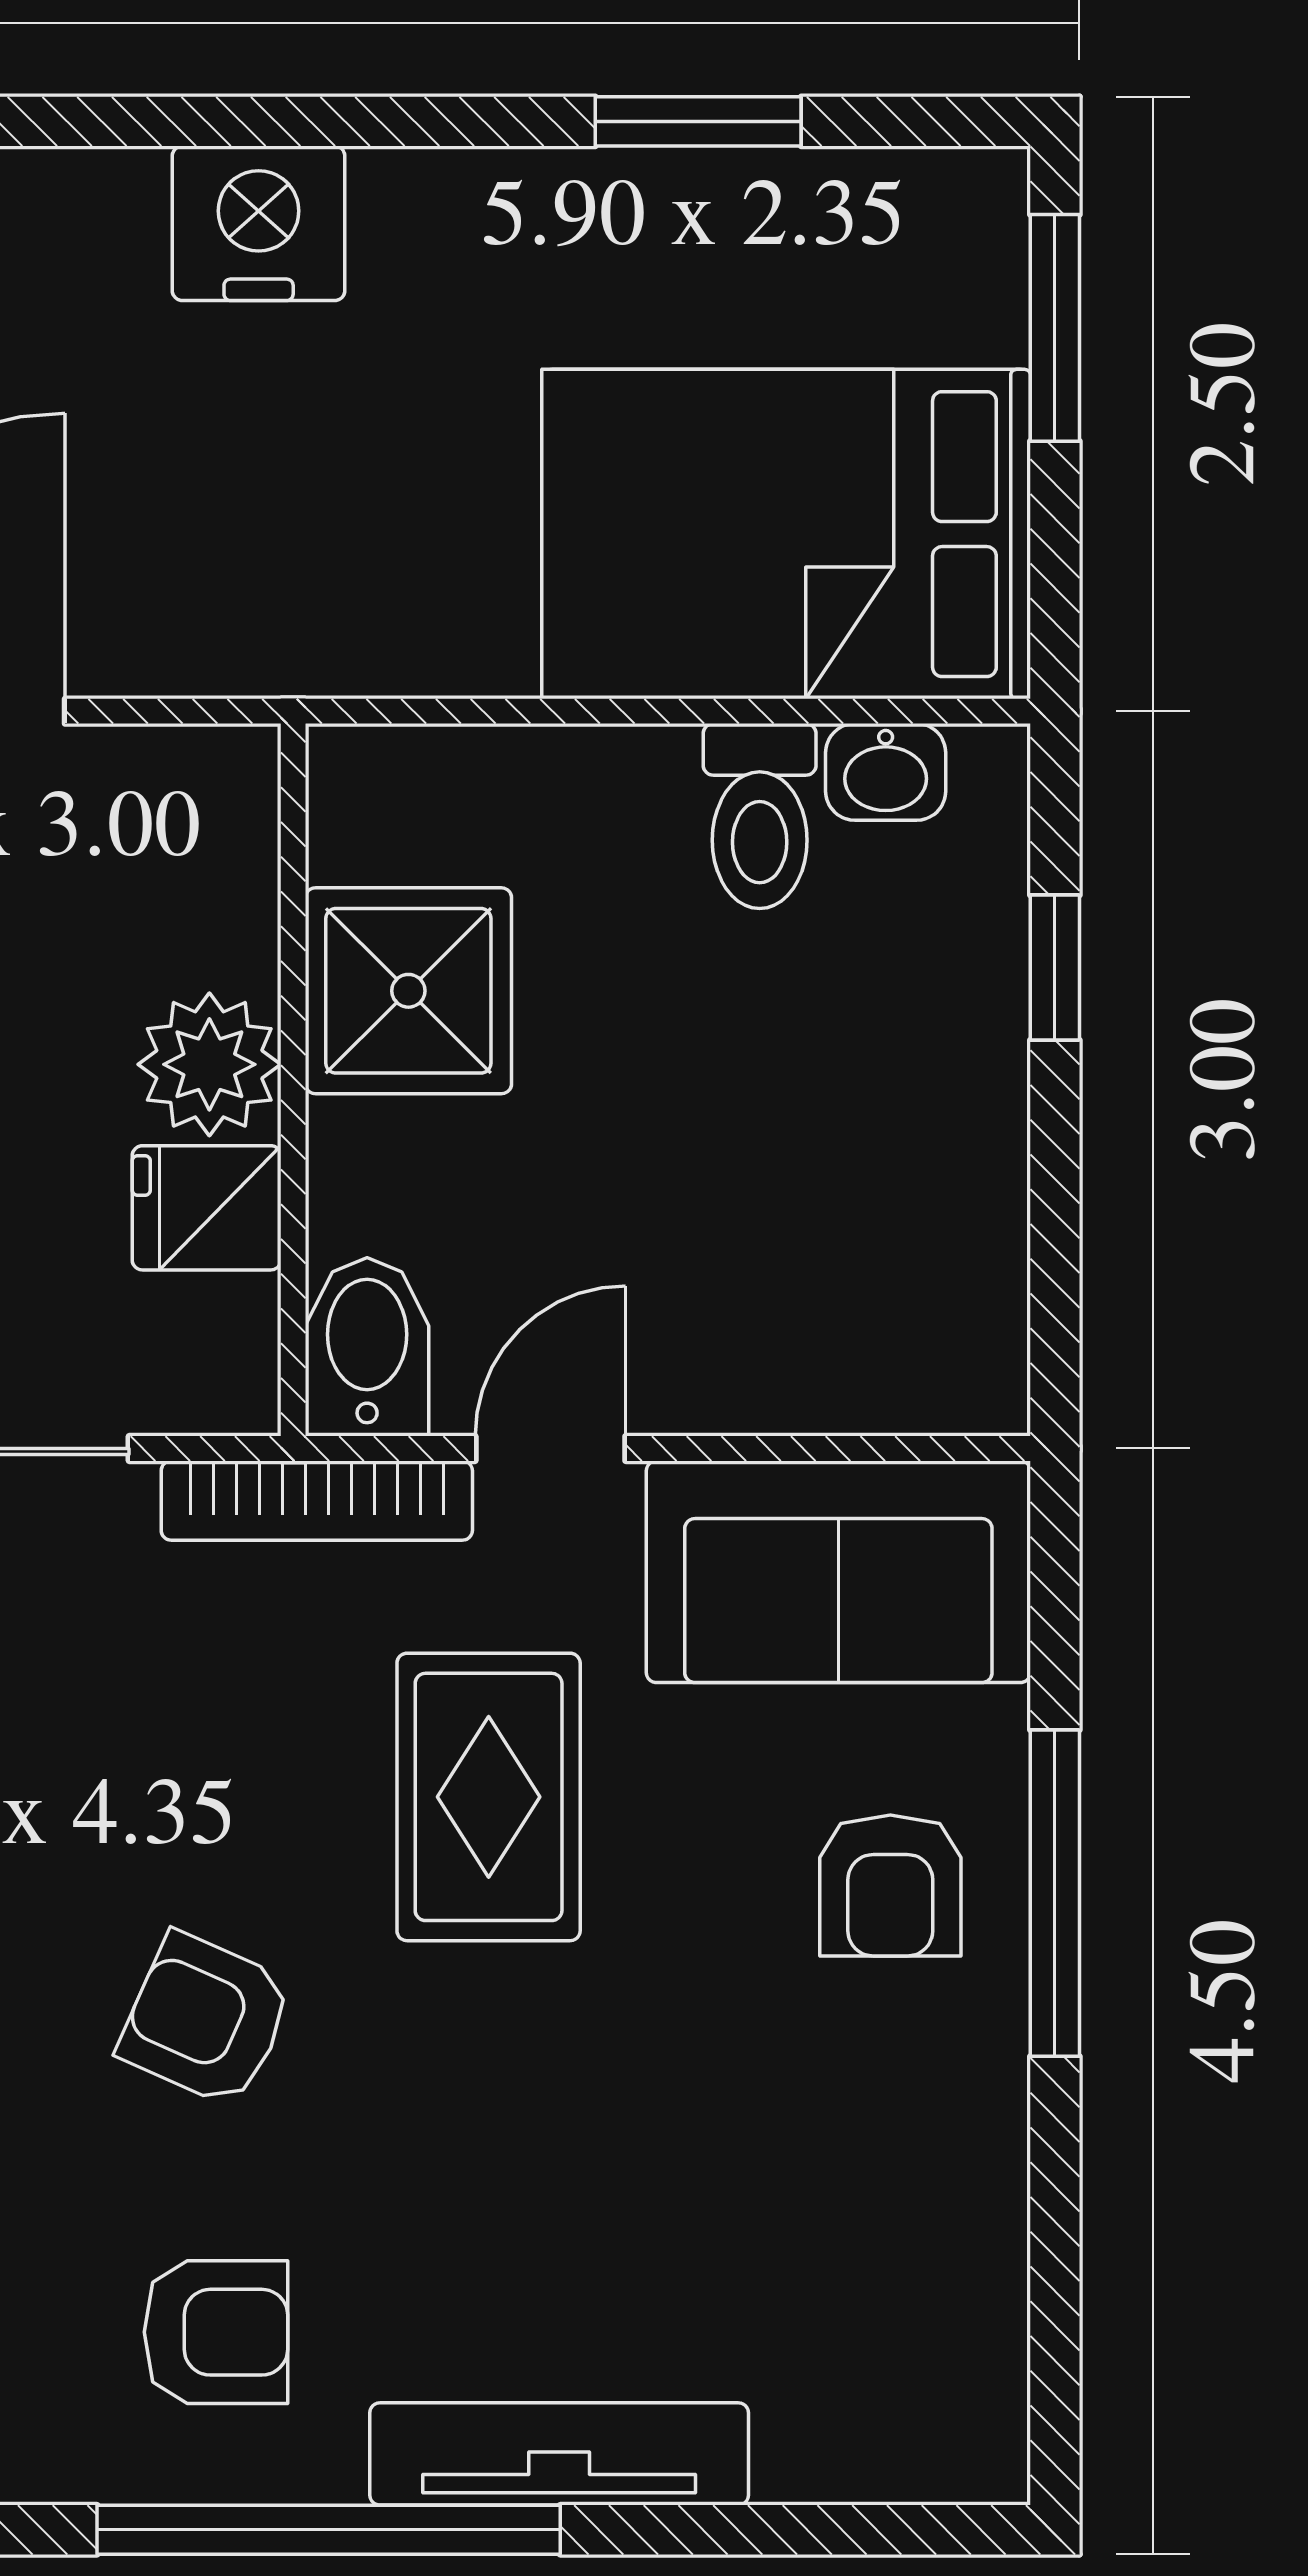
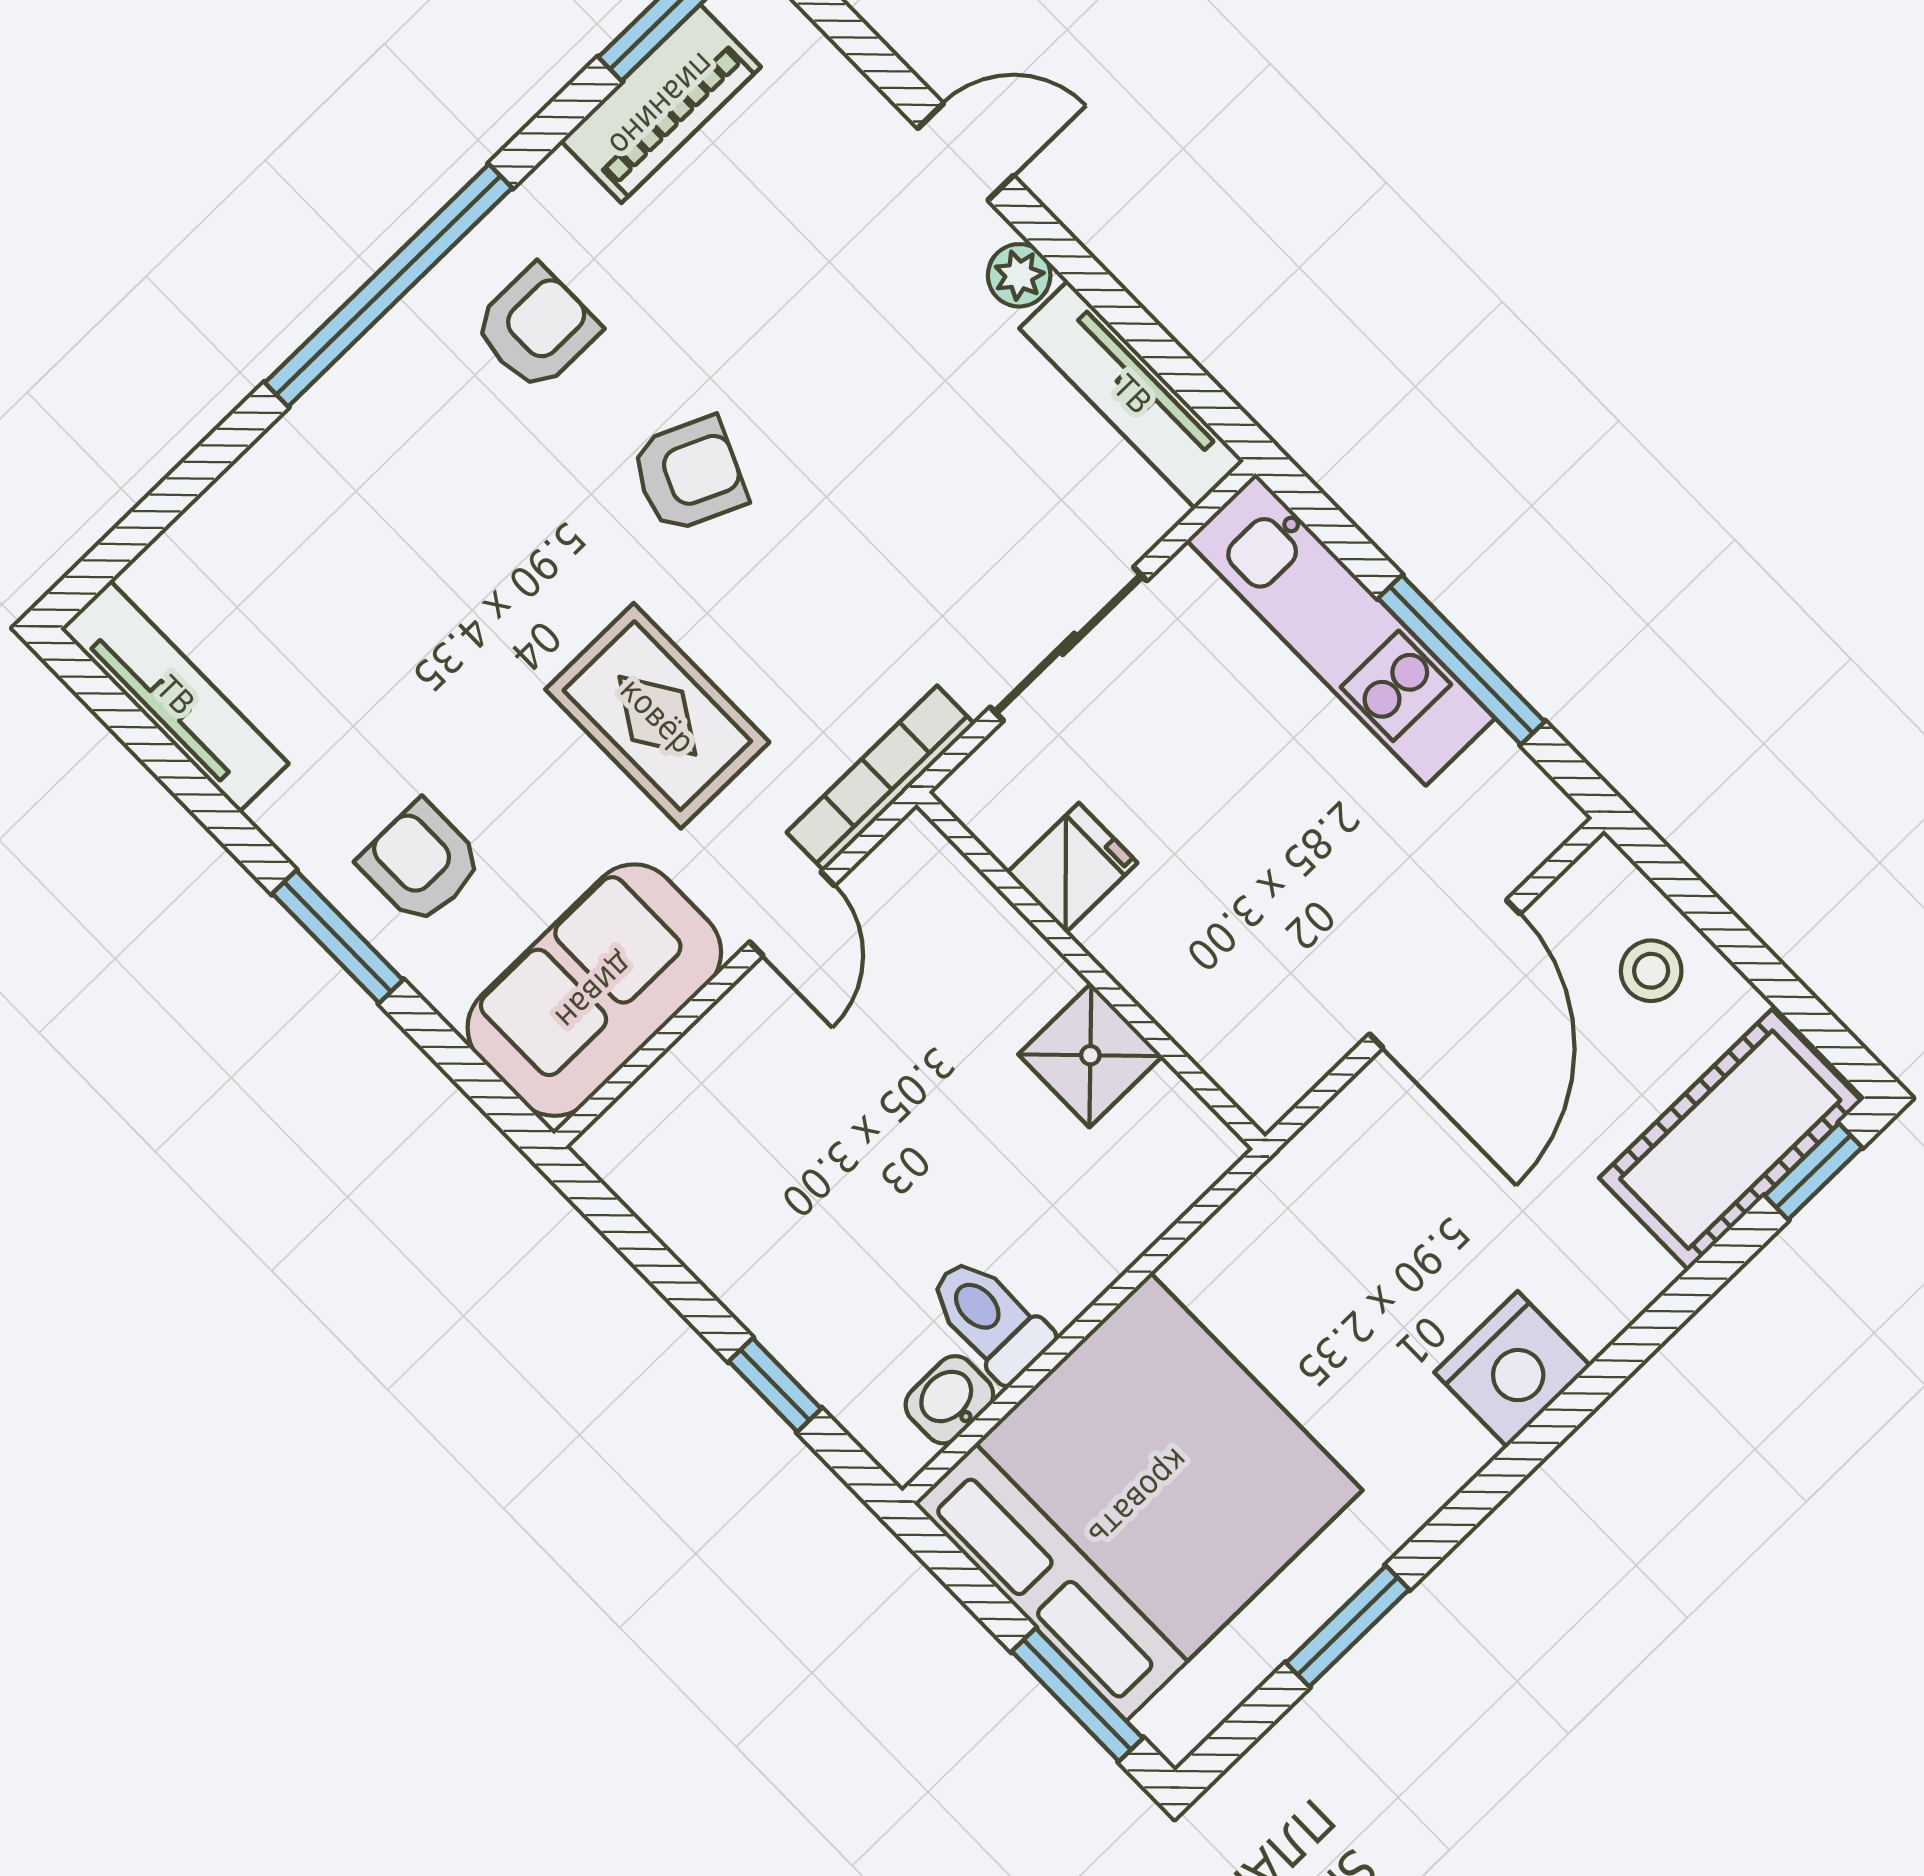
bed: (786, 534) -> (1138, 1497), width x1.36
shower: (408, 991) -> (1090, 1055), width x0.73, depth x0.73
plant: (209, 1064) -> (1139, 939), removed
bidet: (367, 1347) -> (929, 876), removed
window: (1055, 1893) -> (338, 937), width x0.69
armchair: (216, 2332) -> (536, 328), turned 180
tv unit: (559, 2454) -> (175, 696), moved, turned -90

